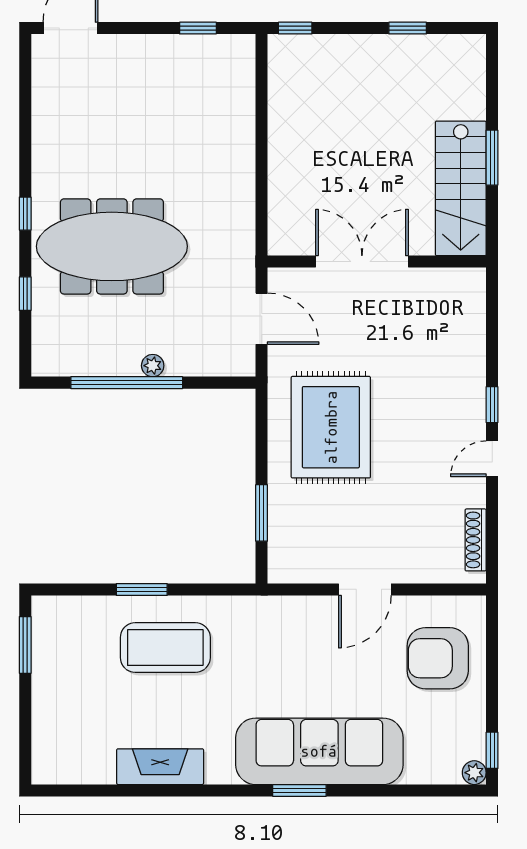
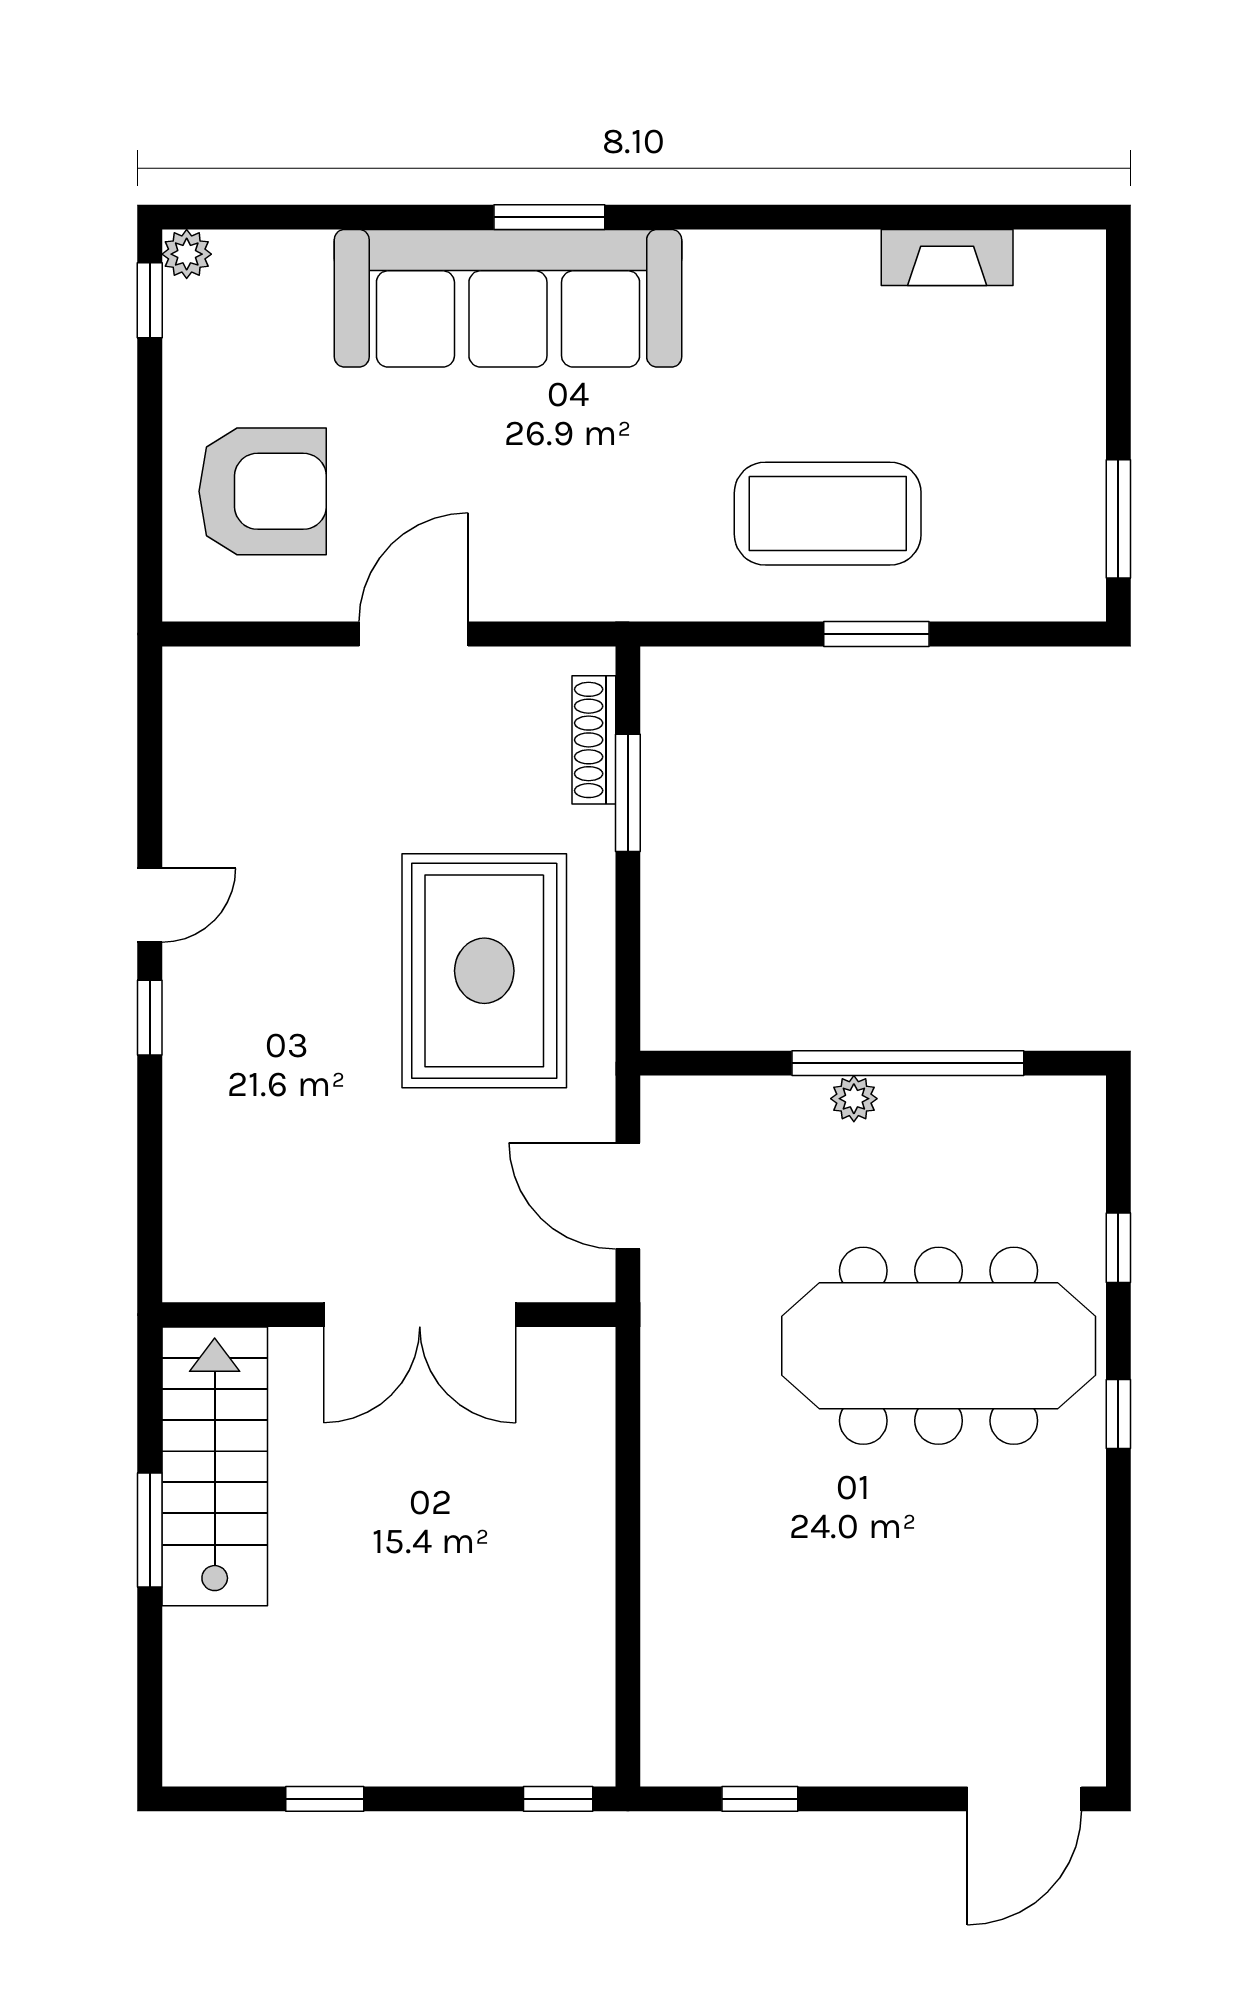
shoe rack: (476, 540) -> (594, 740), moved, turned 180
fireplace: (160, 767) -> (947, 257), moved, width x0.73, depth x0.76

